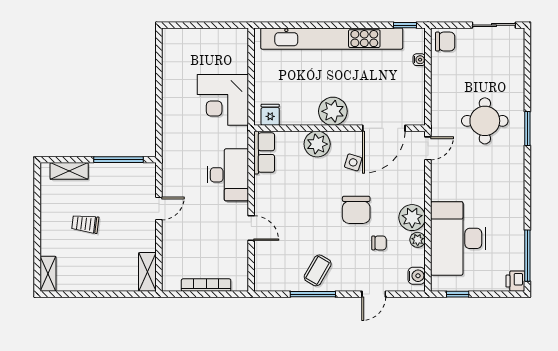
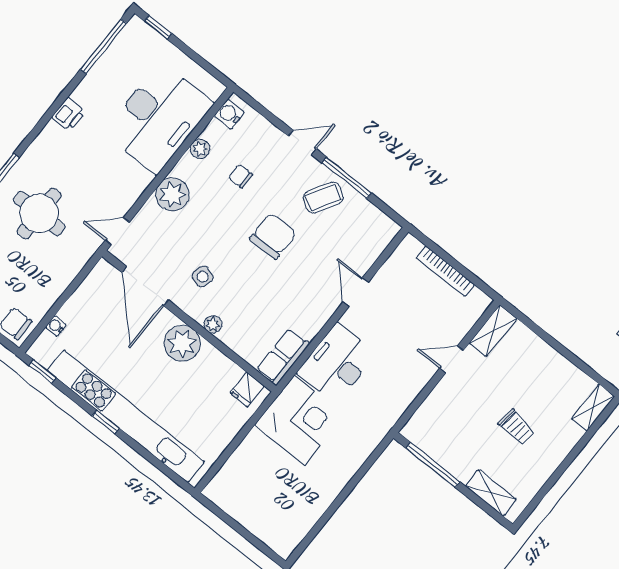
window: (341, 25) -> (106, 422), added
corner desk: (223, 100) -> (300, 420), moved
door: (384, 128) -> (145, 286), swing flipped
plant: (317, 144) -> (213, 324), width x0.53, depth x0.53
door: (159, 209) -> (452, 359), moved
chair: (356, 210) -> (273, 236), moved
plant: (412, 218) -> (172, 194), moved
printer: (515, 281) -> (69, 114), moved
door: (374, 294) -> (302, 142), moved
window: (458, 294) -> (158, 27), moved

